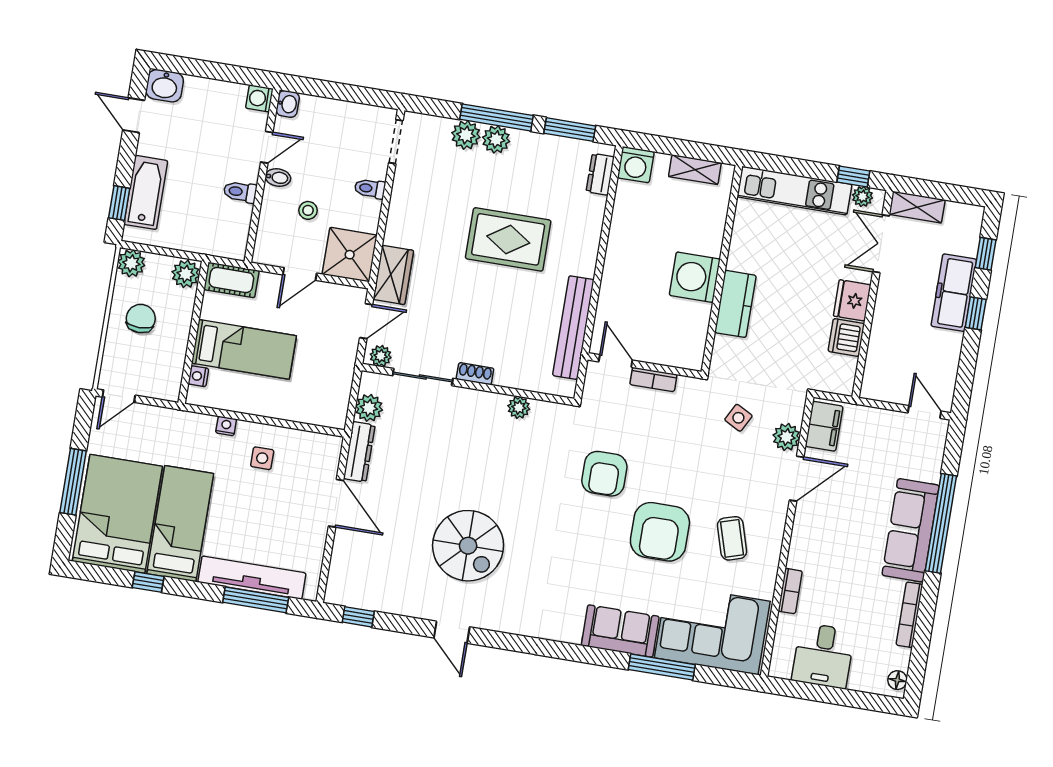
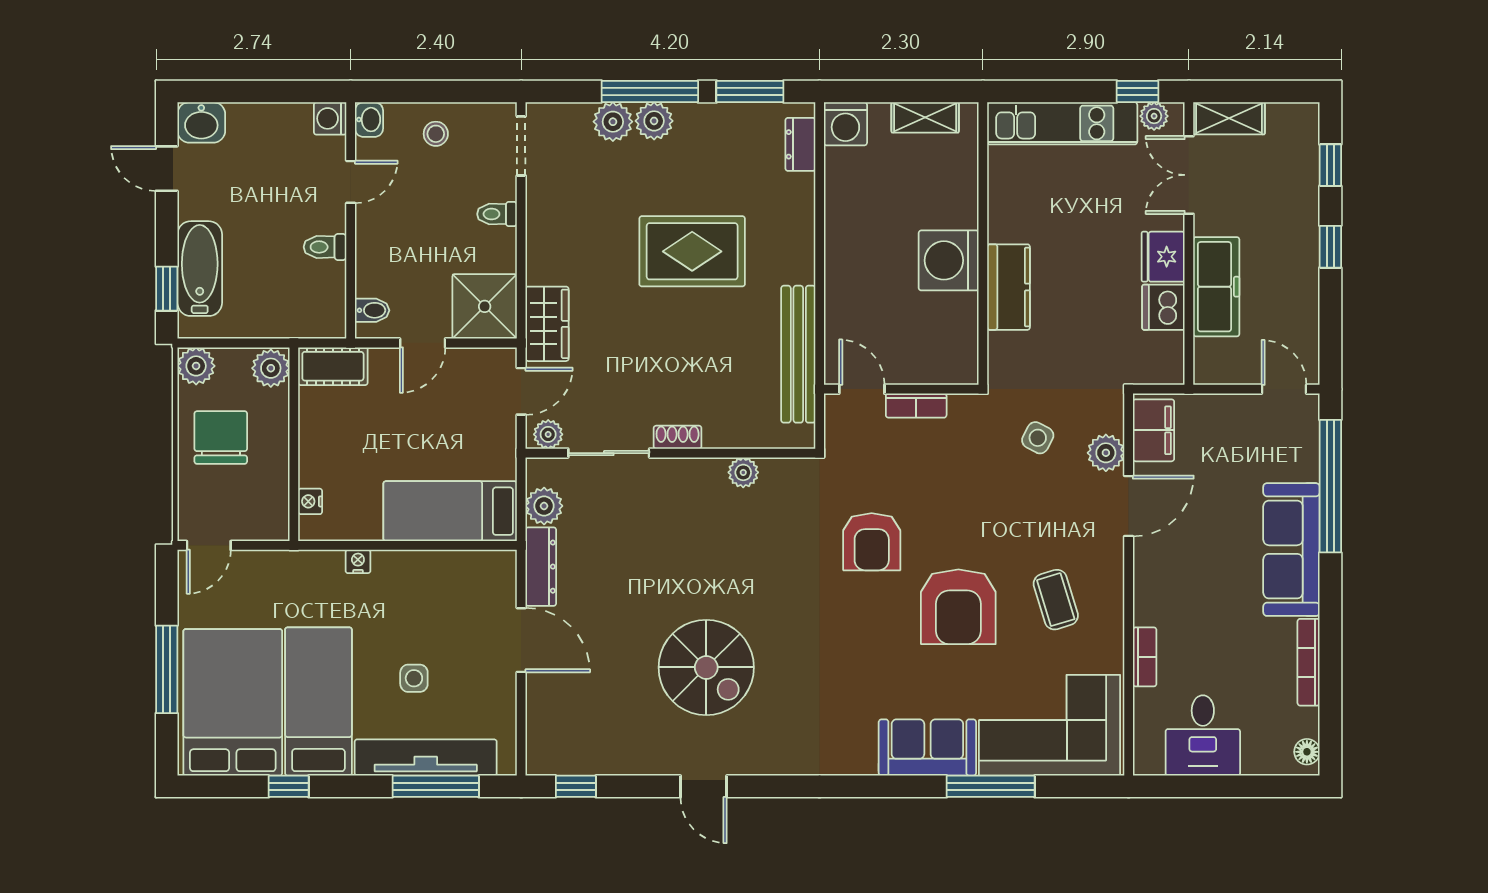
bidet: (278, 178) -> (372, 310), moved
stool: (308, 210) -> (436, 134), moved
freezer: (954, 293) -> (1216, 287), moved, turned 180
chair: (141, 319) -> (221, 437), width x1.37, depth x1.37
bed: (244, 349) -> (450, 511), moved, turned 180
side table: (262, 458) -> (414, 678), moved
window: (941, 523) -> (1330, 486), moved

